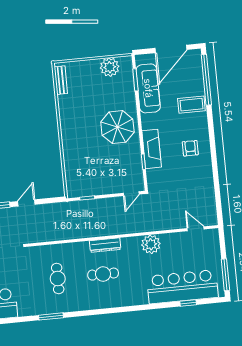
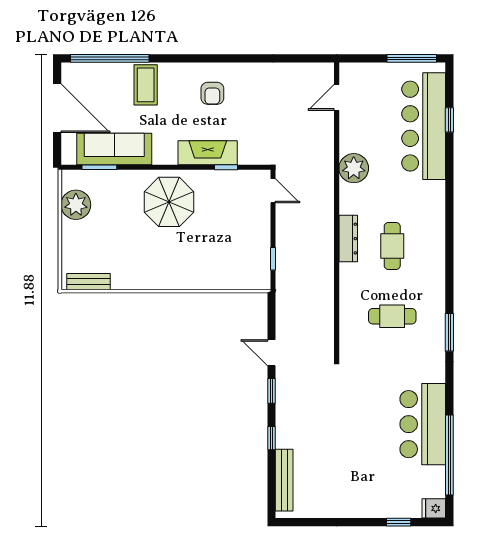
armchair: (190, 148) -> (212, 93), turned -90

